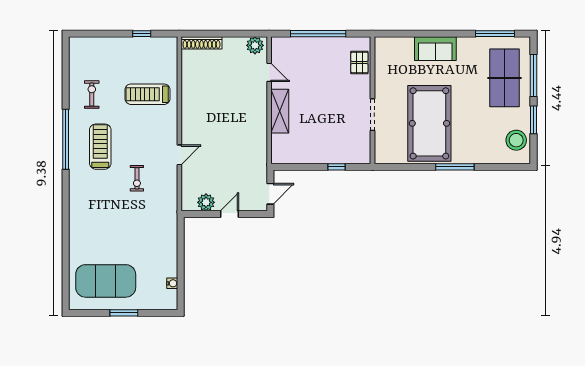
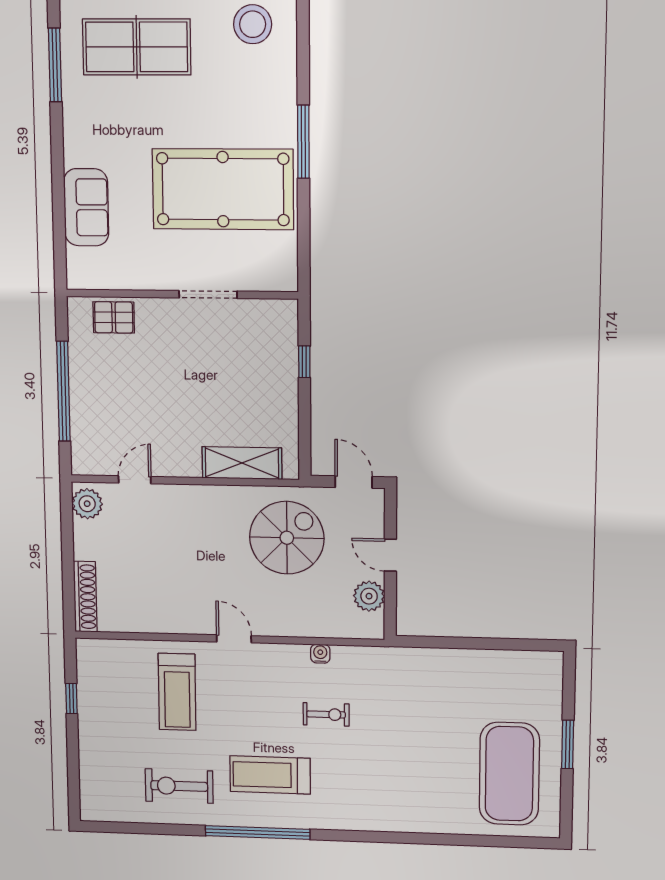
sofa: (435, 49) -> (86, 207), moved
exercise bike: (92, 95) -> (179, 786), width x1.38, depth x1.39
shelving: (280, 111) -> (242, 463), moved
door: (179, 155) -> (234, 639), moved
spiral stairs: (238, 157) -> (287, 538), added
water cooler: (172, 283) -> (320, 654), moved

